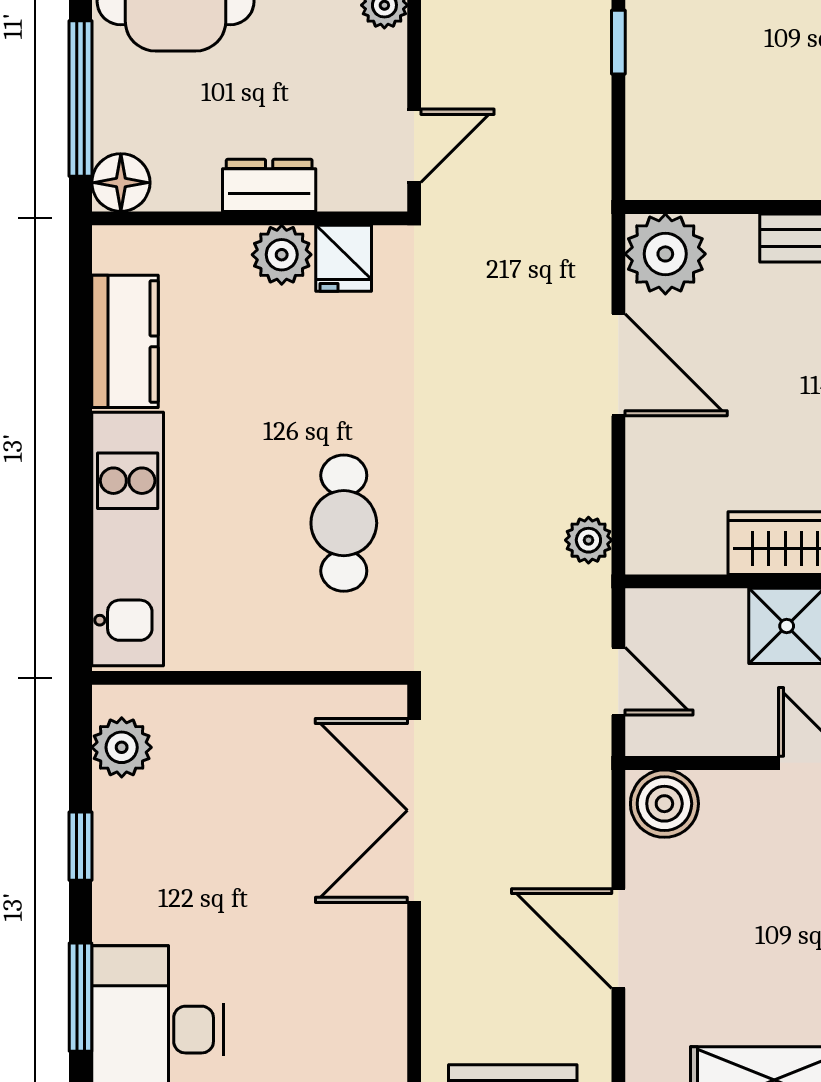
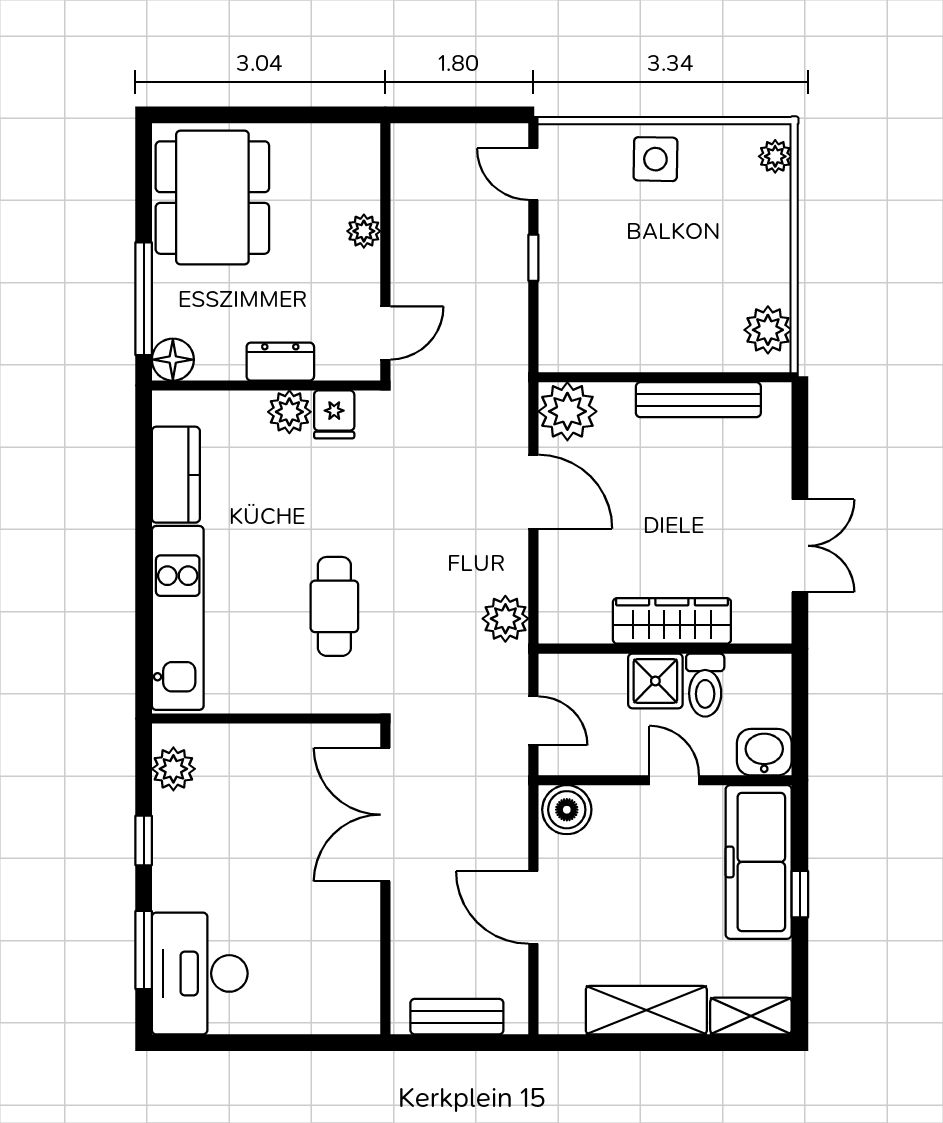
plant: (588, 540) -> (505, 619), width x1.38, depth x1.38

